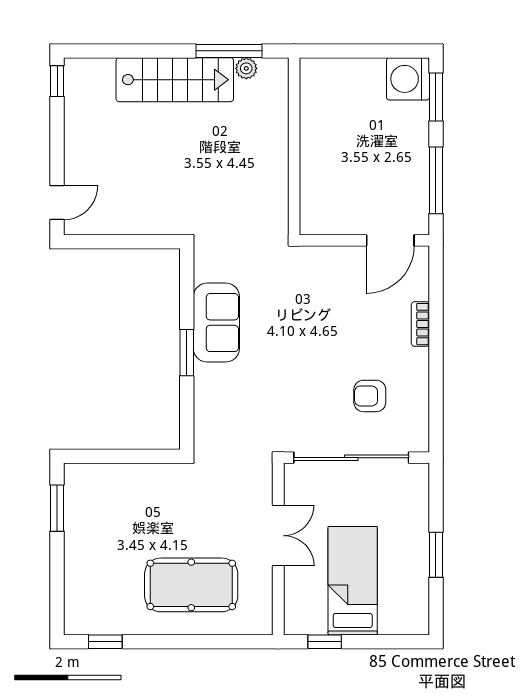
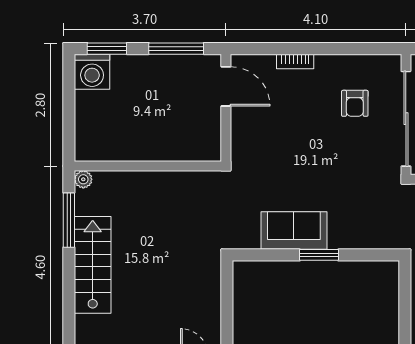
plant: (246, 68) -> (83, 179), moved

